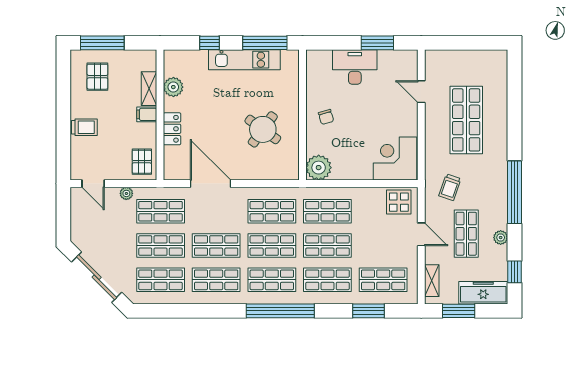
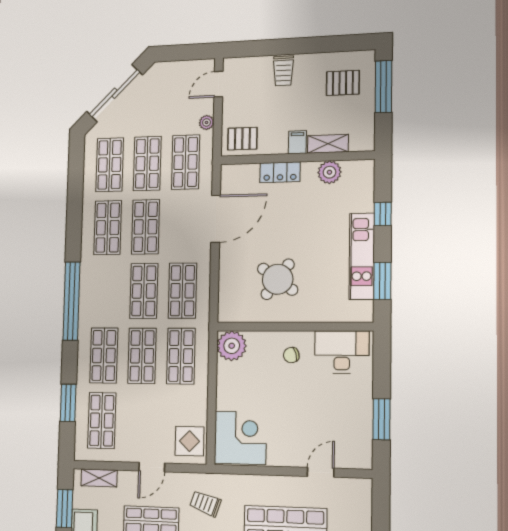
window: (265, 43) -> (382, 281), width x0.69
desk: (355, 67) -> (342, 352), moved, turned -90
shop shelf: (272, 280) -> (106, 291), removed

